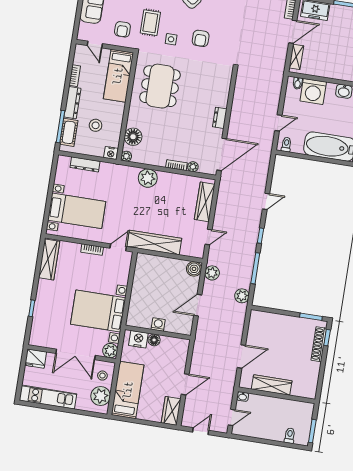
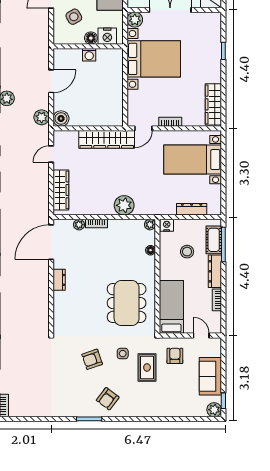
armchair: (201, 38) -> (92, 359), turned -109
floor lamp: (133, 137) -> (151, 250), width x0.53, depth x0.53
side table: (167, 362) -> (74, 17), added

